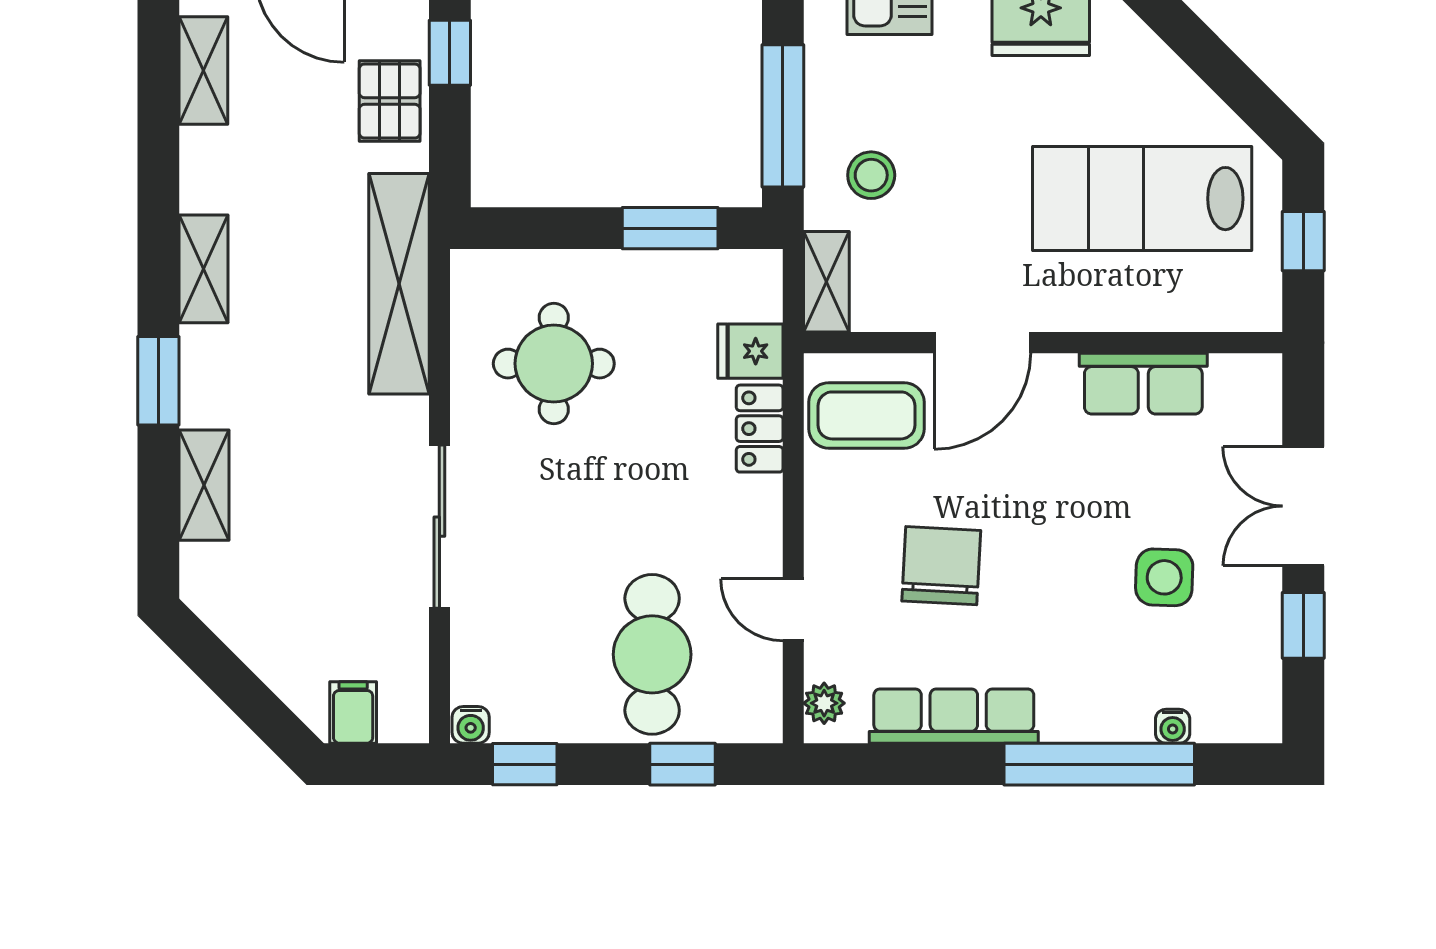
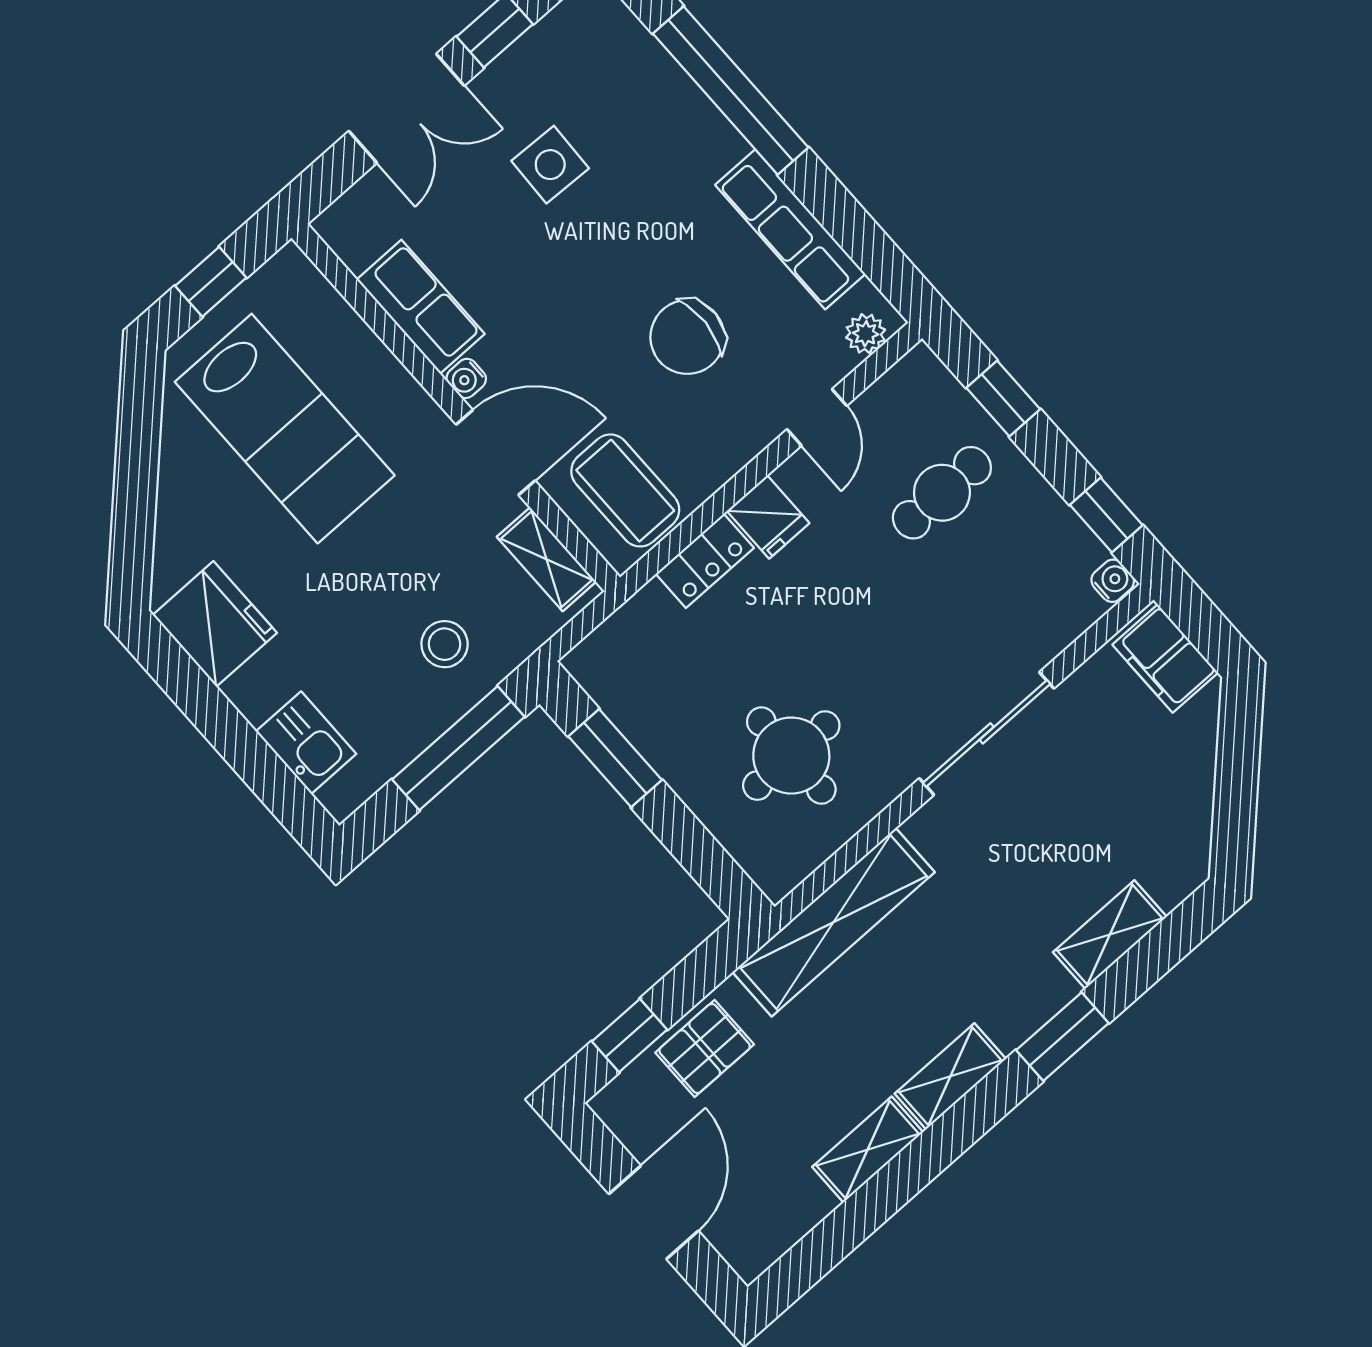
shelving: (203, 70) -> (868, 1150), moved
shelving: (826, 282) -> (546, 559), moved, turned 90
fridge: (750, 351) -> (768, 517), moved
cafe table: (652, 654) -> (942, 493), width x0.73, depth x0.74
filing cabinet: (353, 712) -> (1165, 659), width x2.00
water cooler: (1173, 726) -> (466, 378), moved, turned 180

